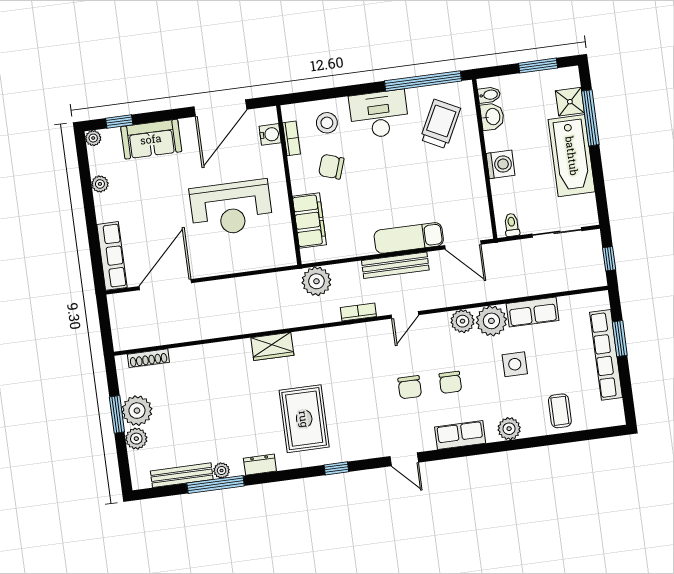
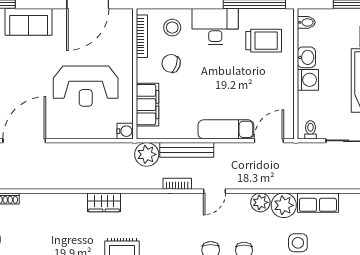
washbasin: (492, 117) -> (306, 57), moved
trolley: (440, 124) -> (264, 41), turned 63
water cooler: (270, 134) -> (125, 131), moved
bookcase: (291, 138) -> (142, 36), width x1.56
door: (463, 245) -> (269, 141), swing flipped
bench: (395, 265) -> (187, 150), moved

